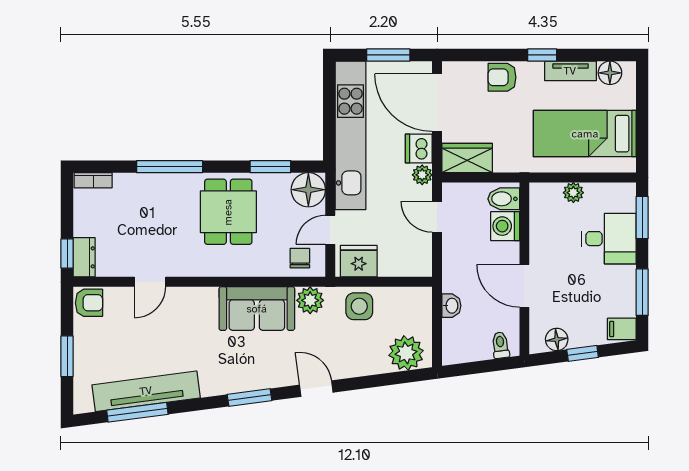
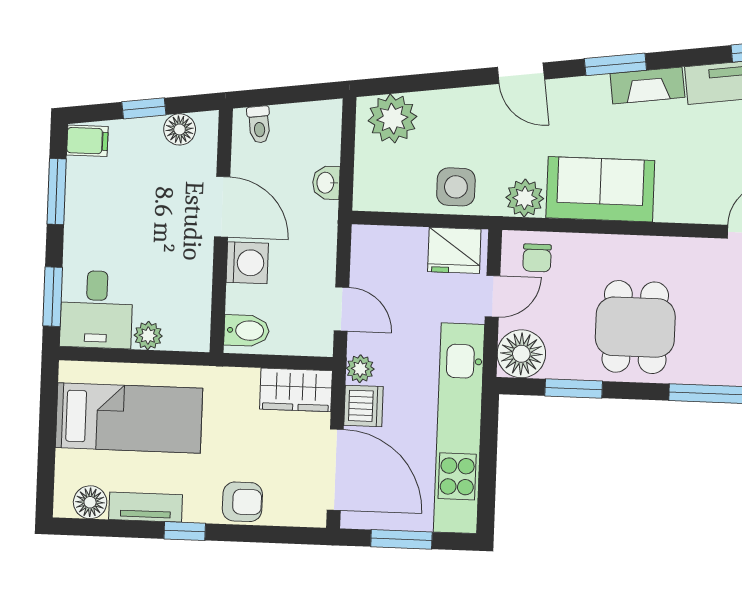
washing machine: (505, 226) -> (247, 263), moved
desk: (609, 239) -> (96, 309), moved, turned -90
fireplace: (226, 383) -> (647, 85), added

